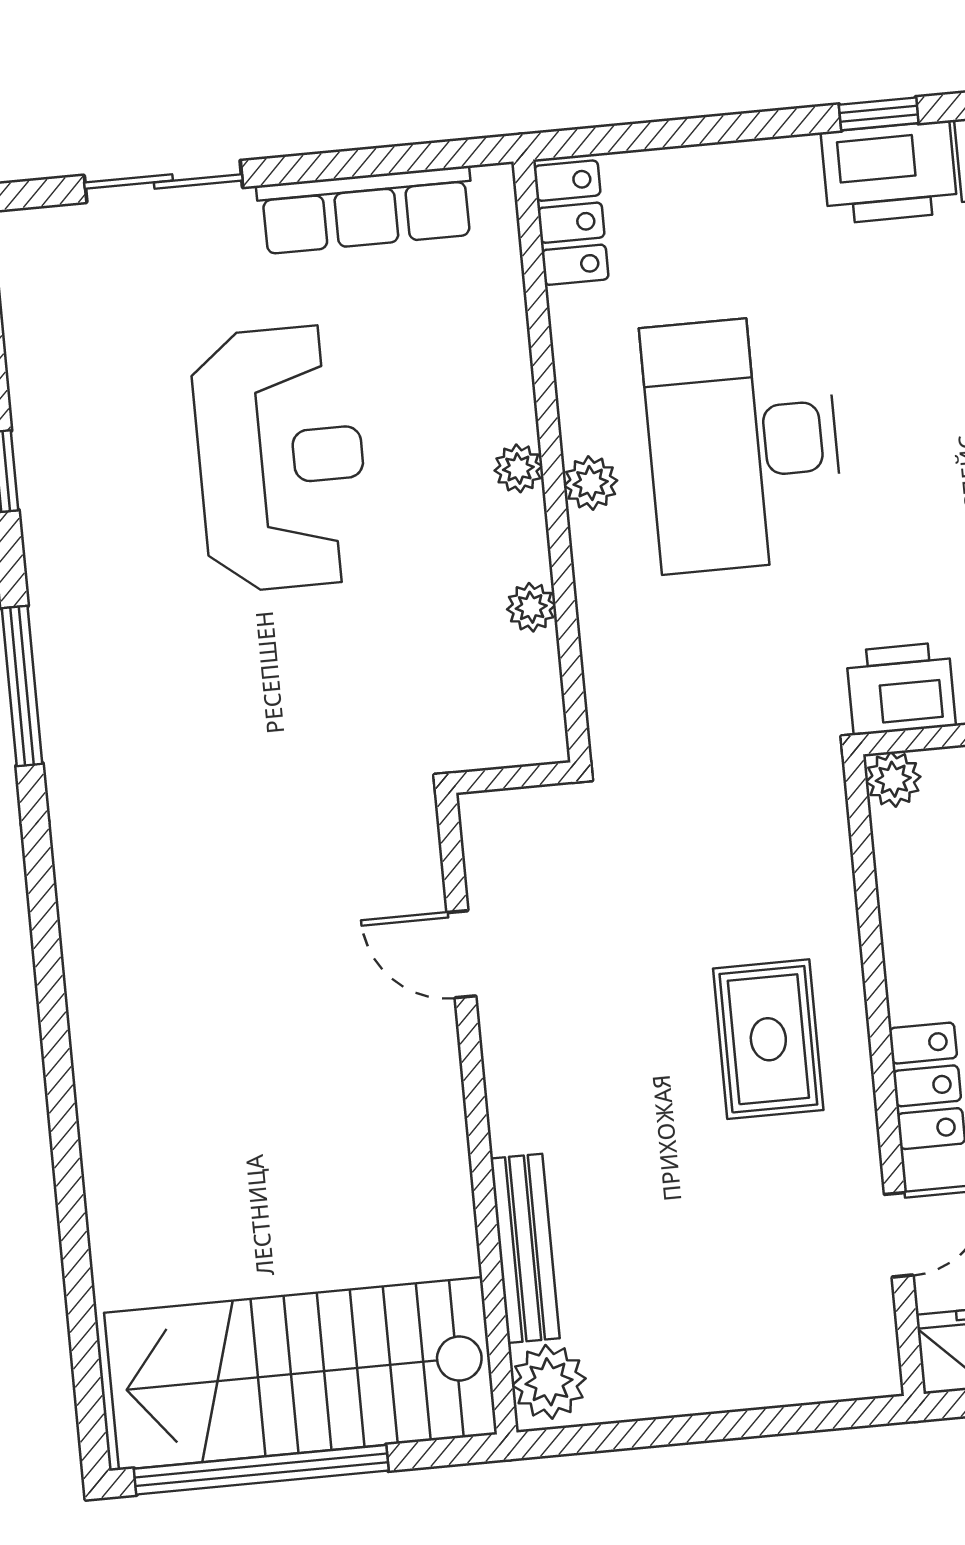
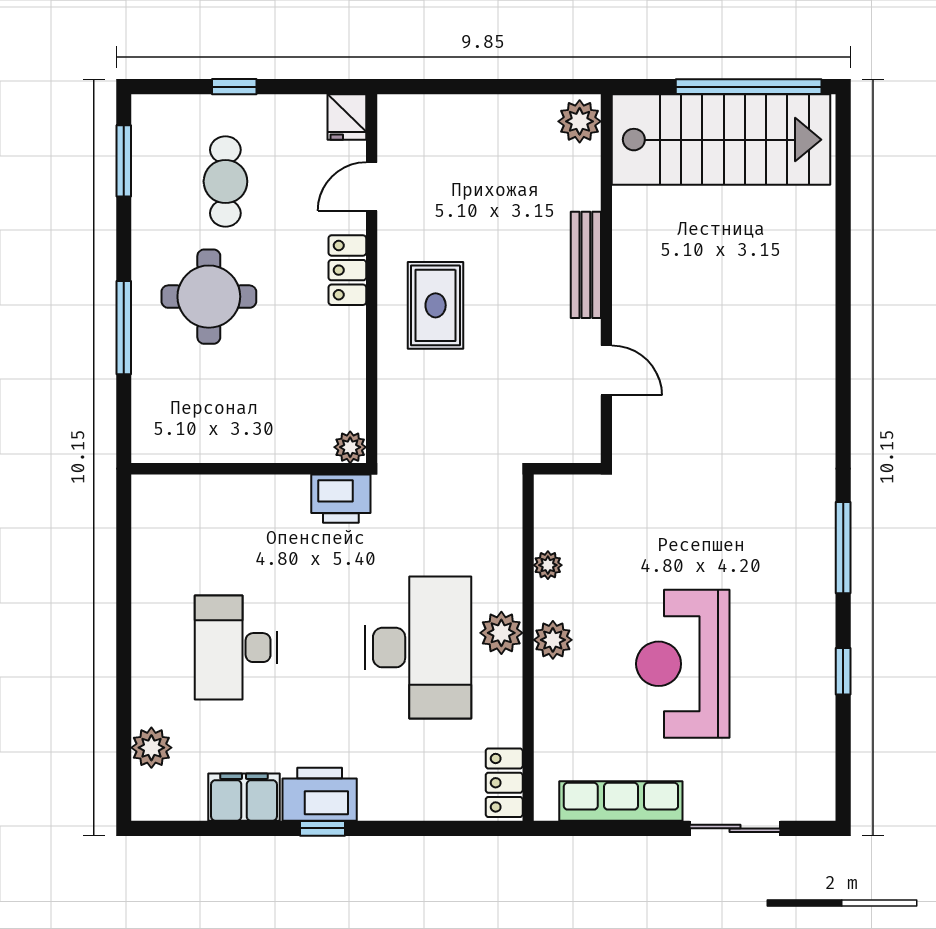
plant: (518, 468) -> (553, 640), width x1.38, depth x1.38
plant: (591, 483) -> (501, 633), width x1.38, depth x1.38
bench: (525, 1248) -> (586, 265), moved

